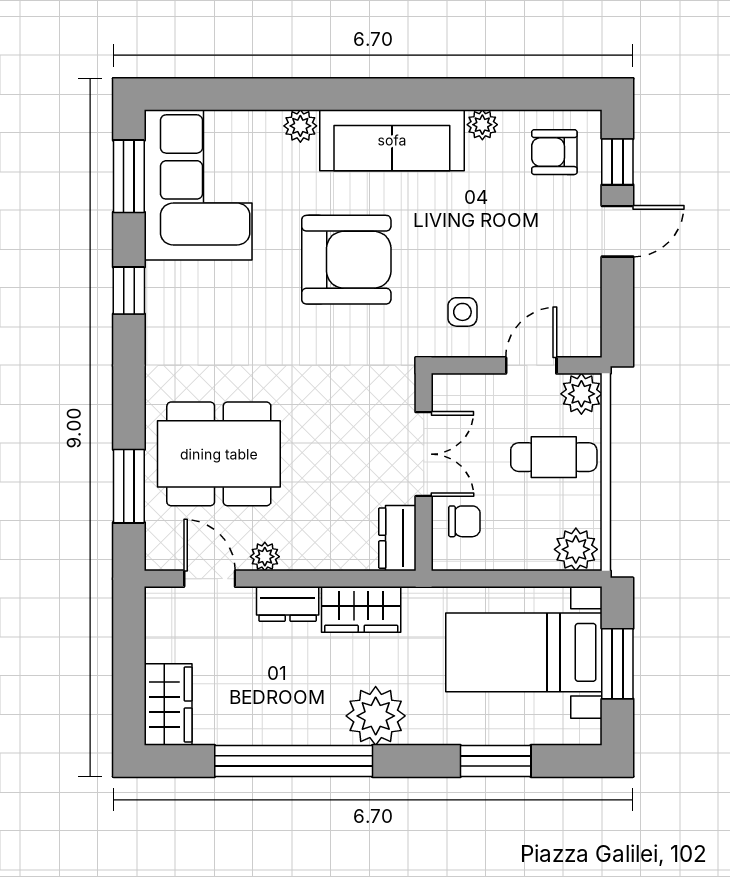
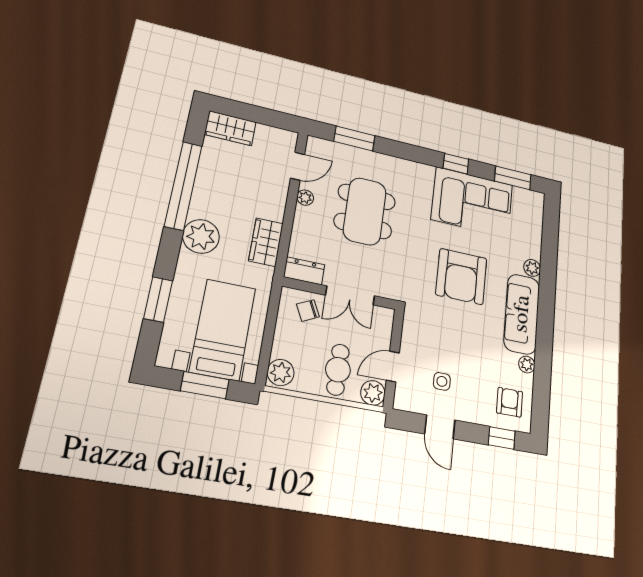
corner sofa: (198, 185) -> (472, 202), moved
door: (617, 231) -> (440, 427), moved
side table: (462, 312) -> (442, 381), moved
door: (531, 365) -> (393, 367), swing flipped
dining table: (219, 454) -> (365, 211), moved
chair: (464, 521) -> (308, 310), turned 64
dresser: (288, 604) -> (276, 203), removed

